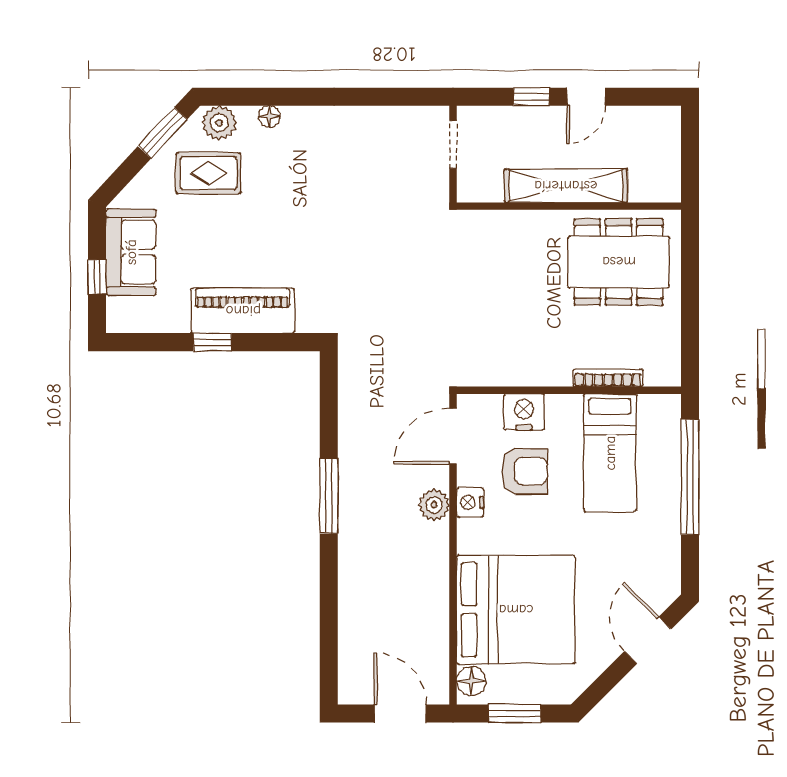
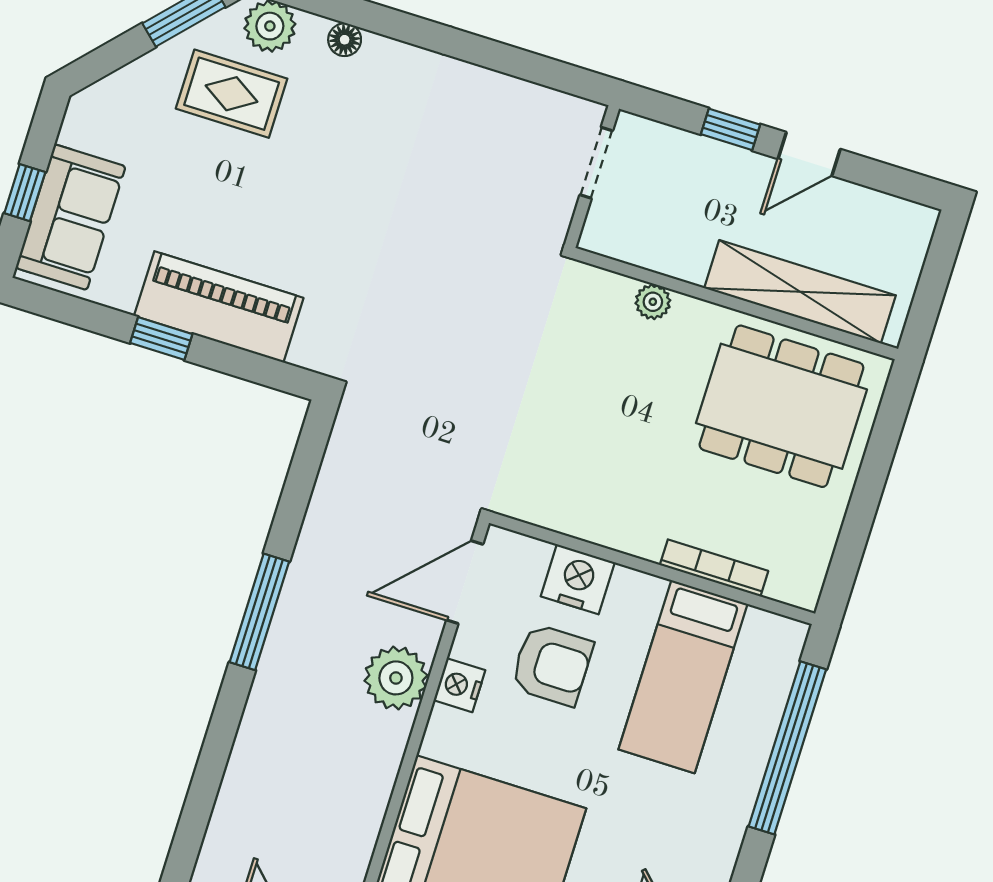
shelving: (566, 186) -> (800, 292), moved
plant: (516, 221) -> (653, 302), added
sofa: (131, 252) -> (71, 217), moved
plant: (434, 505) -> (396, 678), width x1.36, depth x1.36

